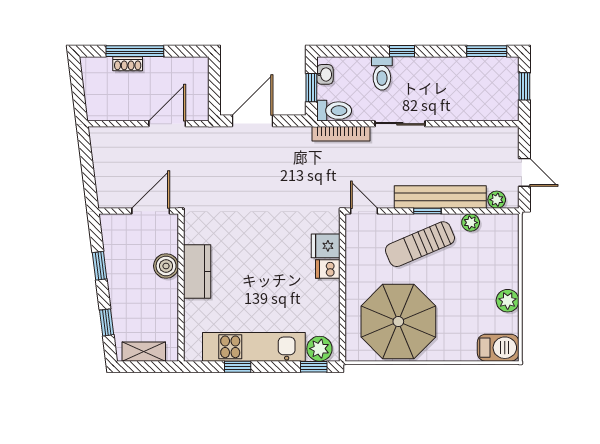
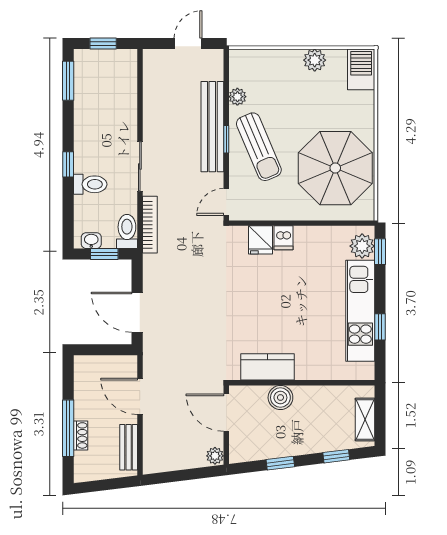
bench: (116, 112) -> (129, 447), added
plant: (497, 200) -> (215, 456), moved
kitchen counter: (197, 271) -> (267, 367), moved

